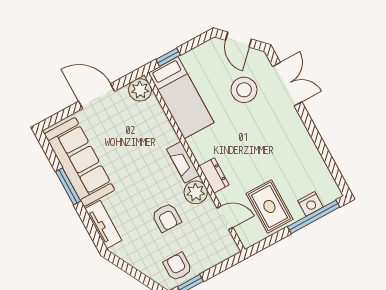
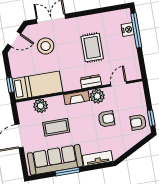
plant: (140, 90) -> (41, 106), moved
coffee table: (128, 147) -> (56, 127), added
rug: (269, 206) -> (92, 48), moved, turned 90

